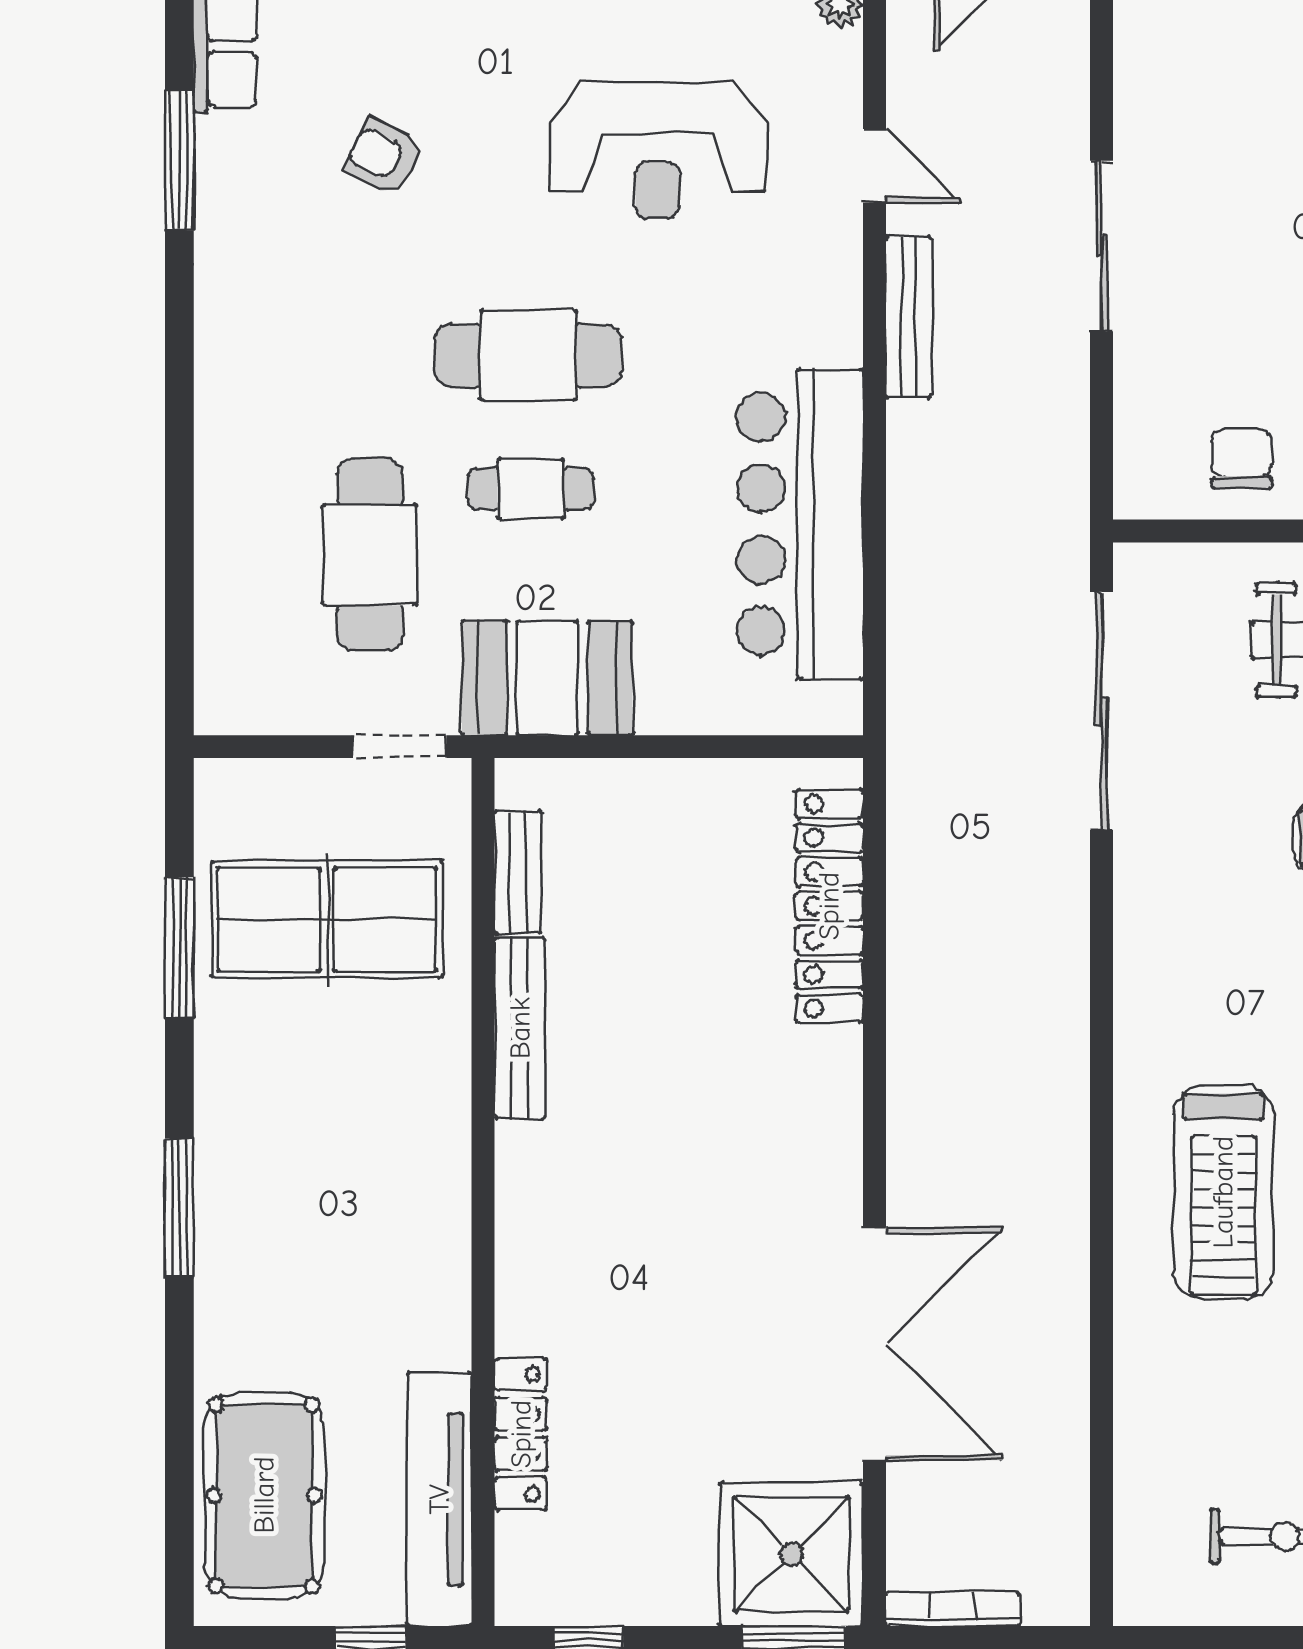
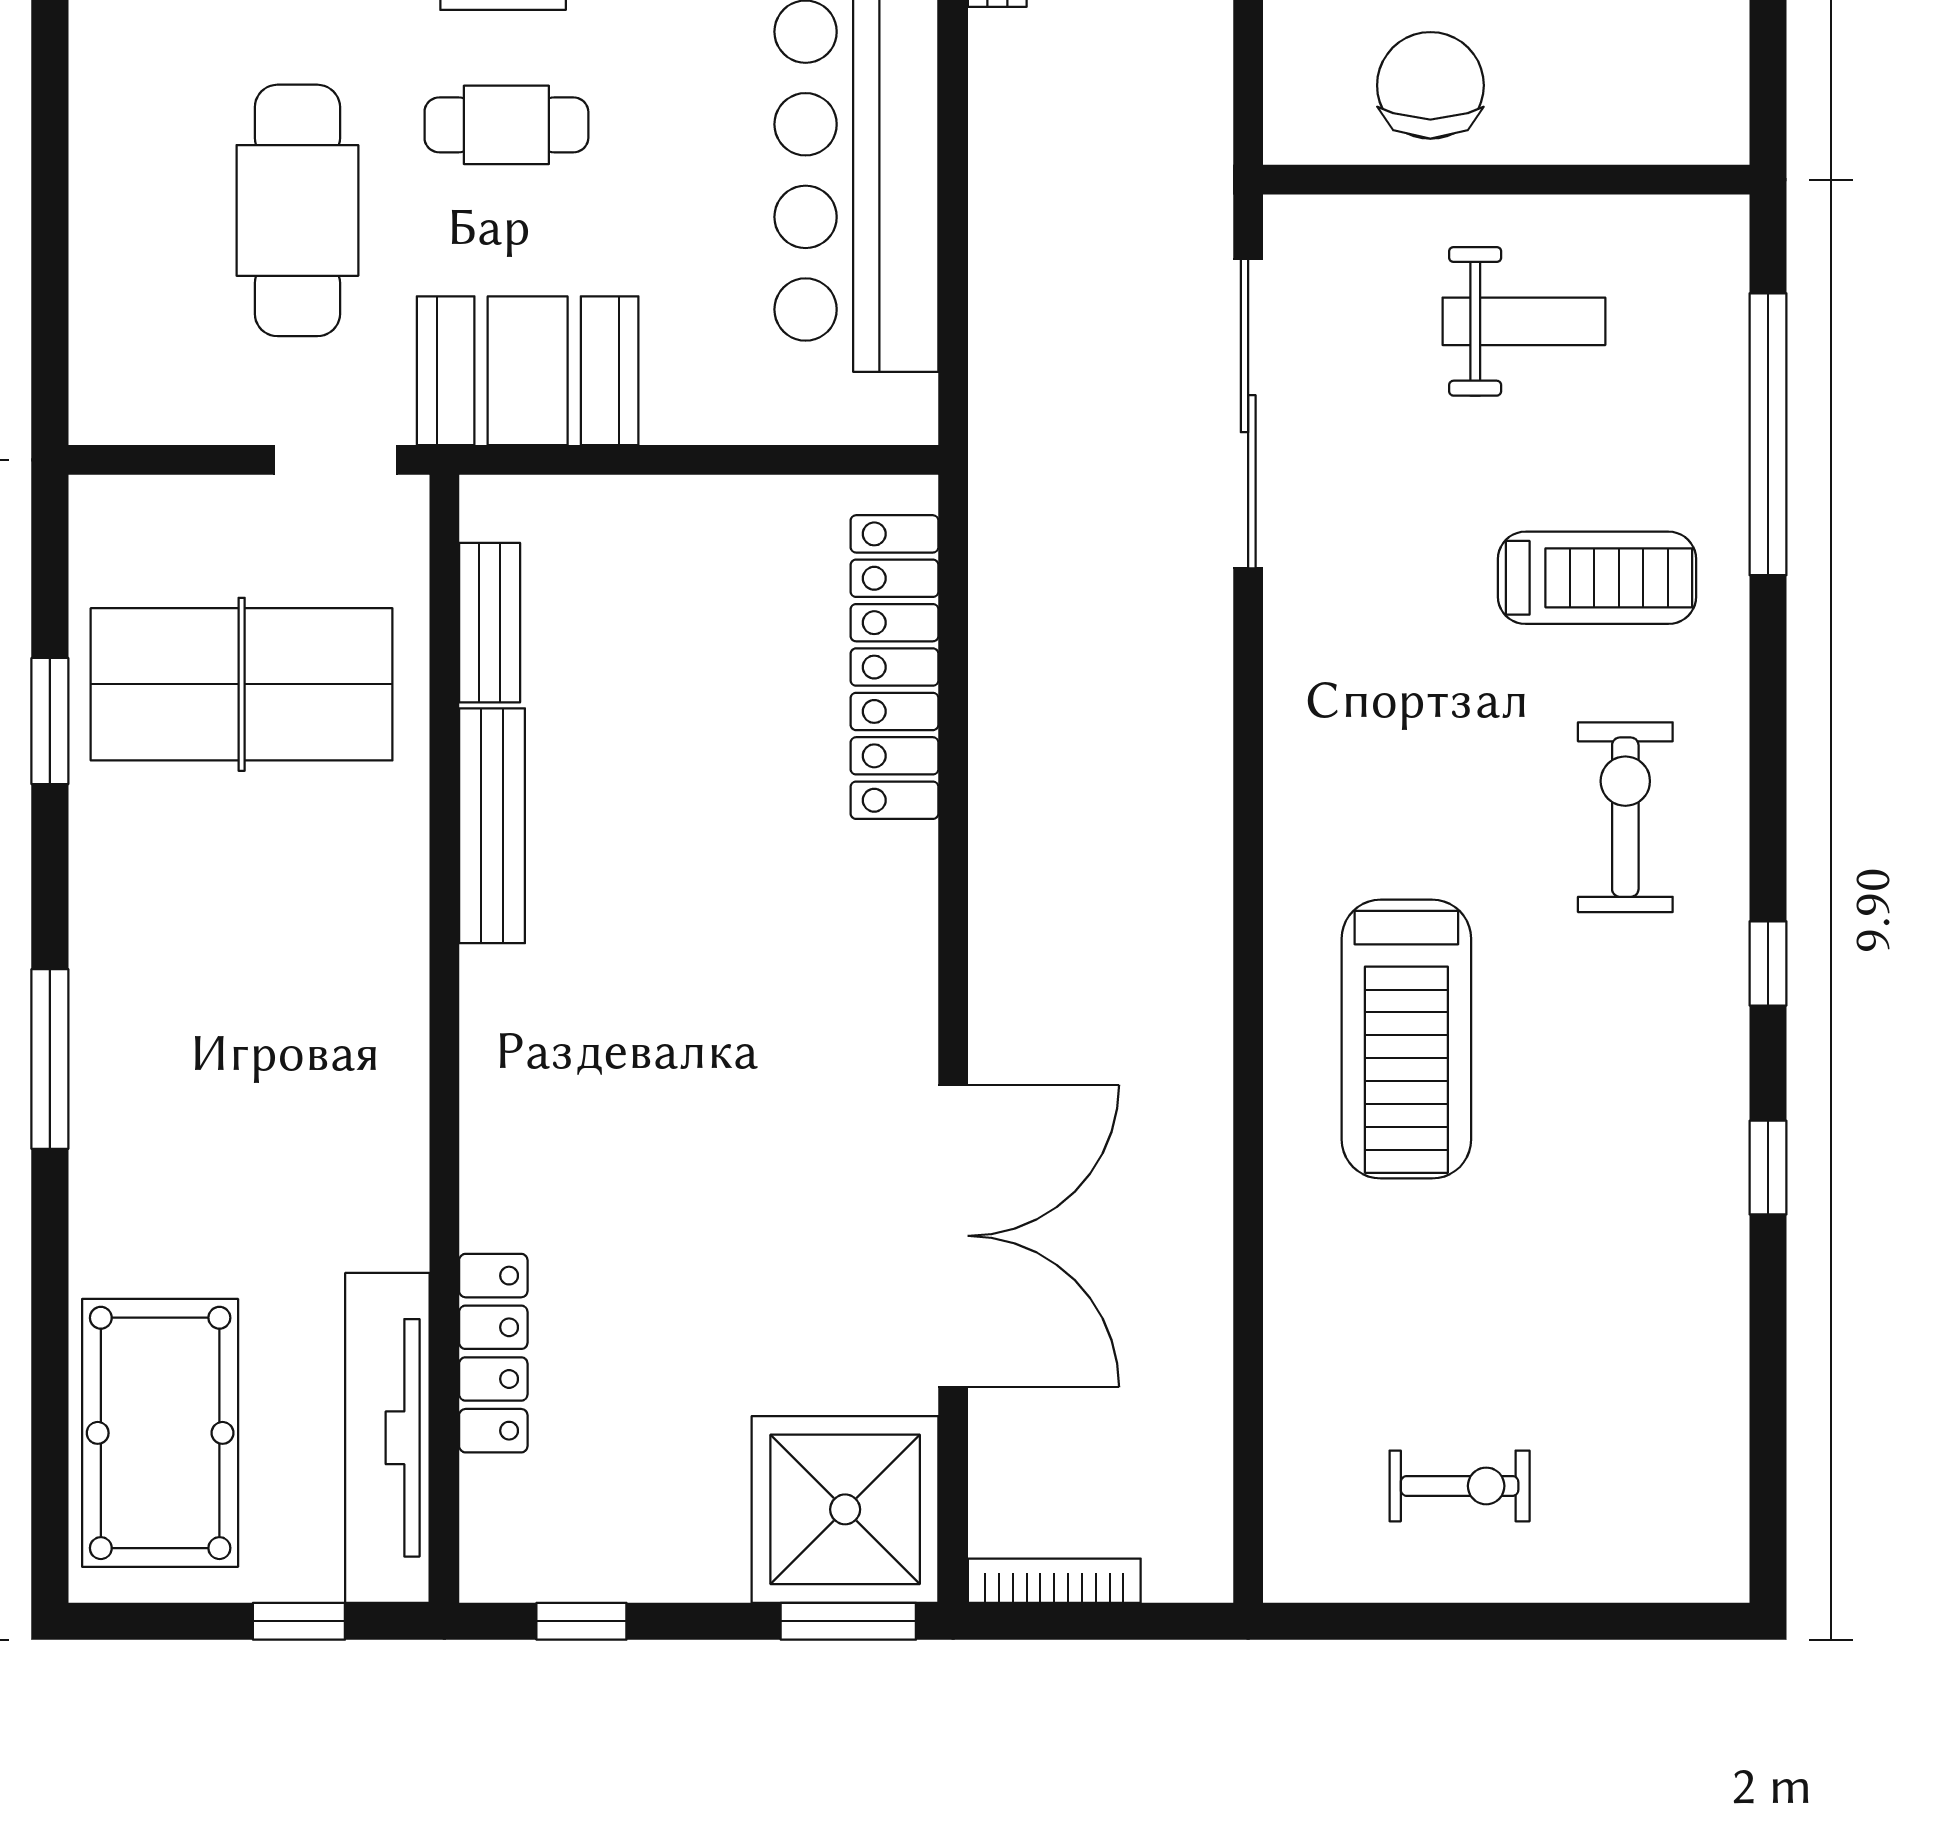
chair: (1242, 458) -> (1430, 85), width x1.37, depth x1.37
window: (179, 948) -> (50, 721), width x0.69

